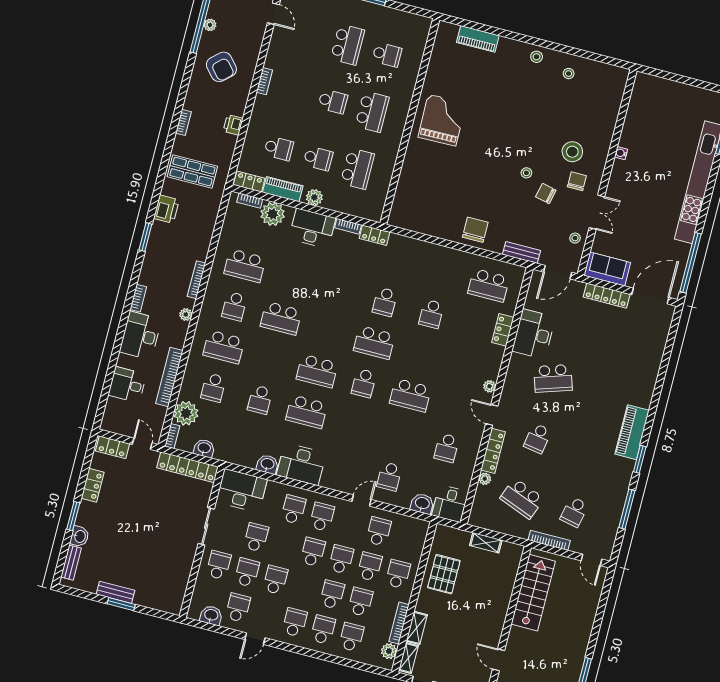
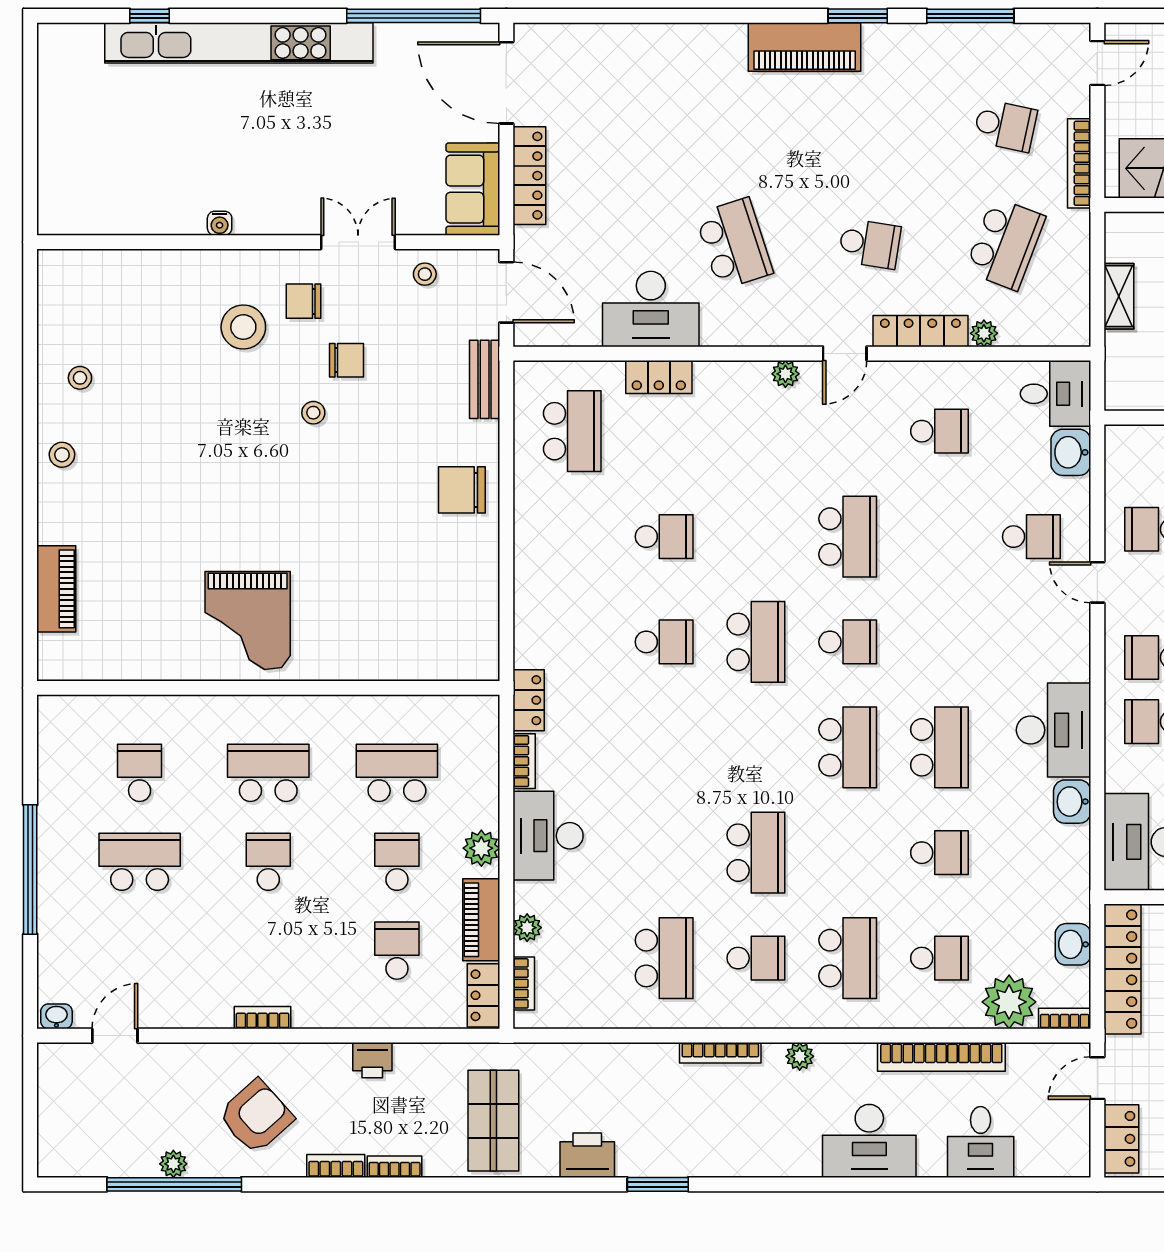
grand piano: (442, 120) -> (248, 620), turned -89
chair: (546, 193) -> (346, 360), turned -103
plant: (273, 214) -> (527, 928), width x0.53, depth x0.53
bookcase: (138, 298) -> (336, 1166), moved

